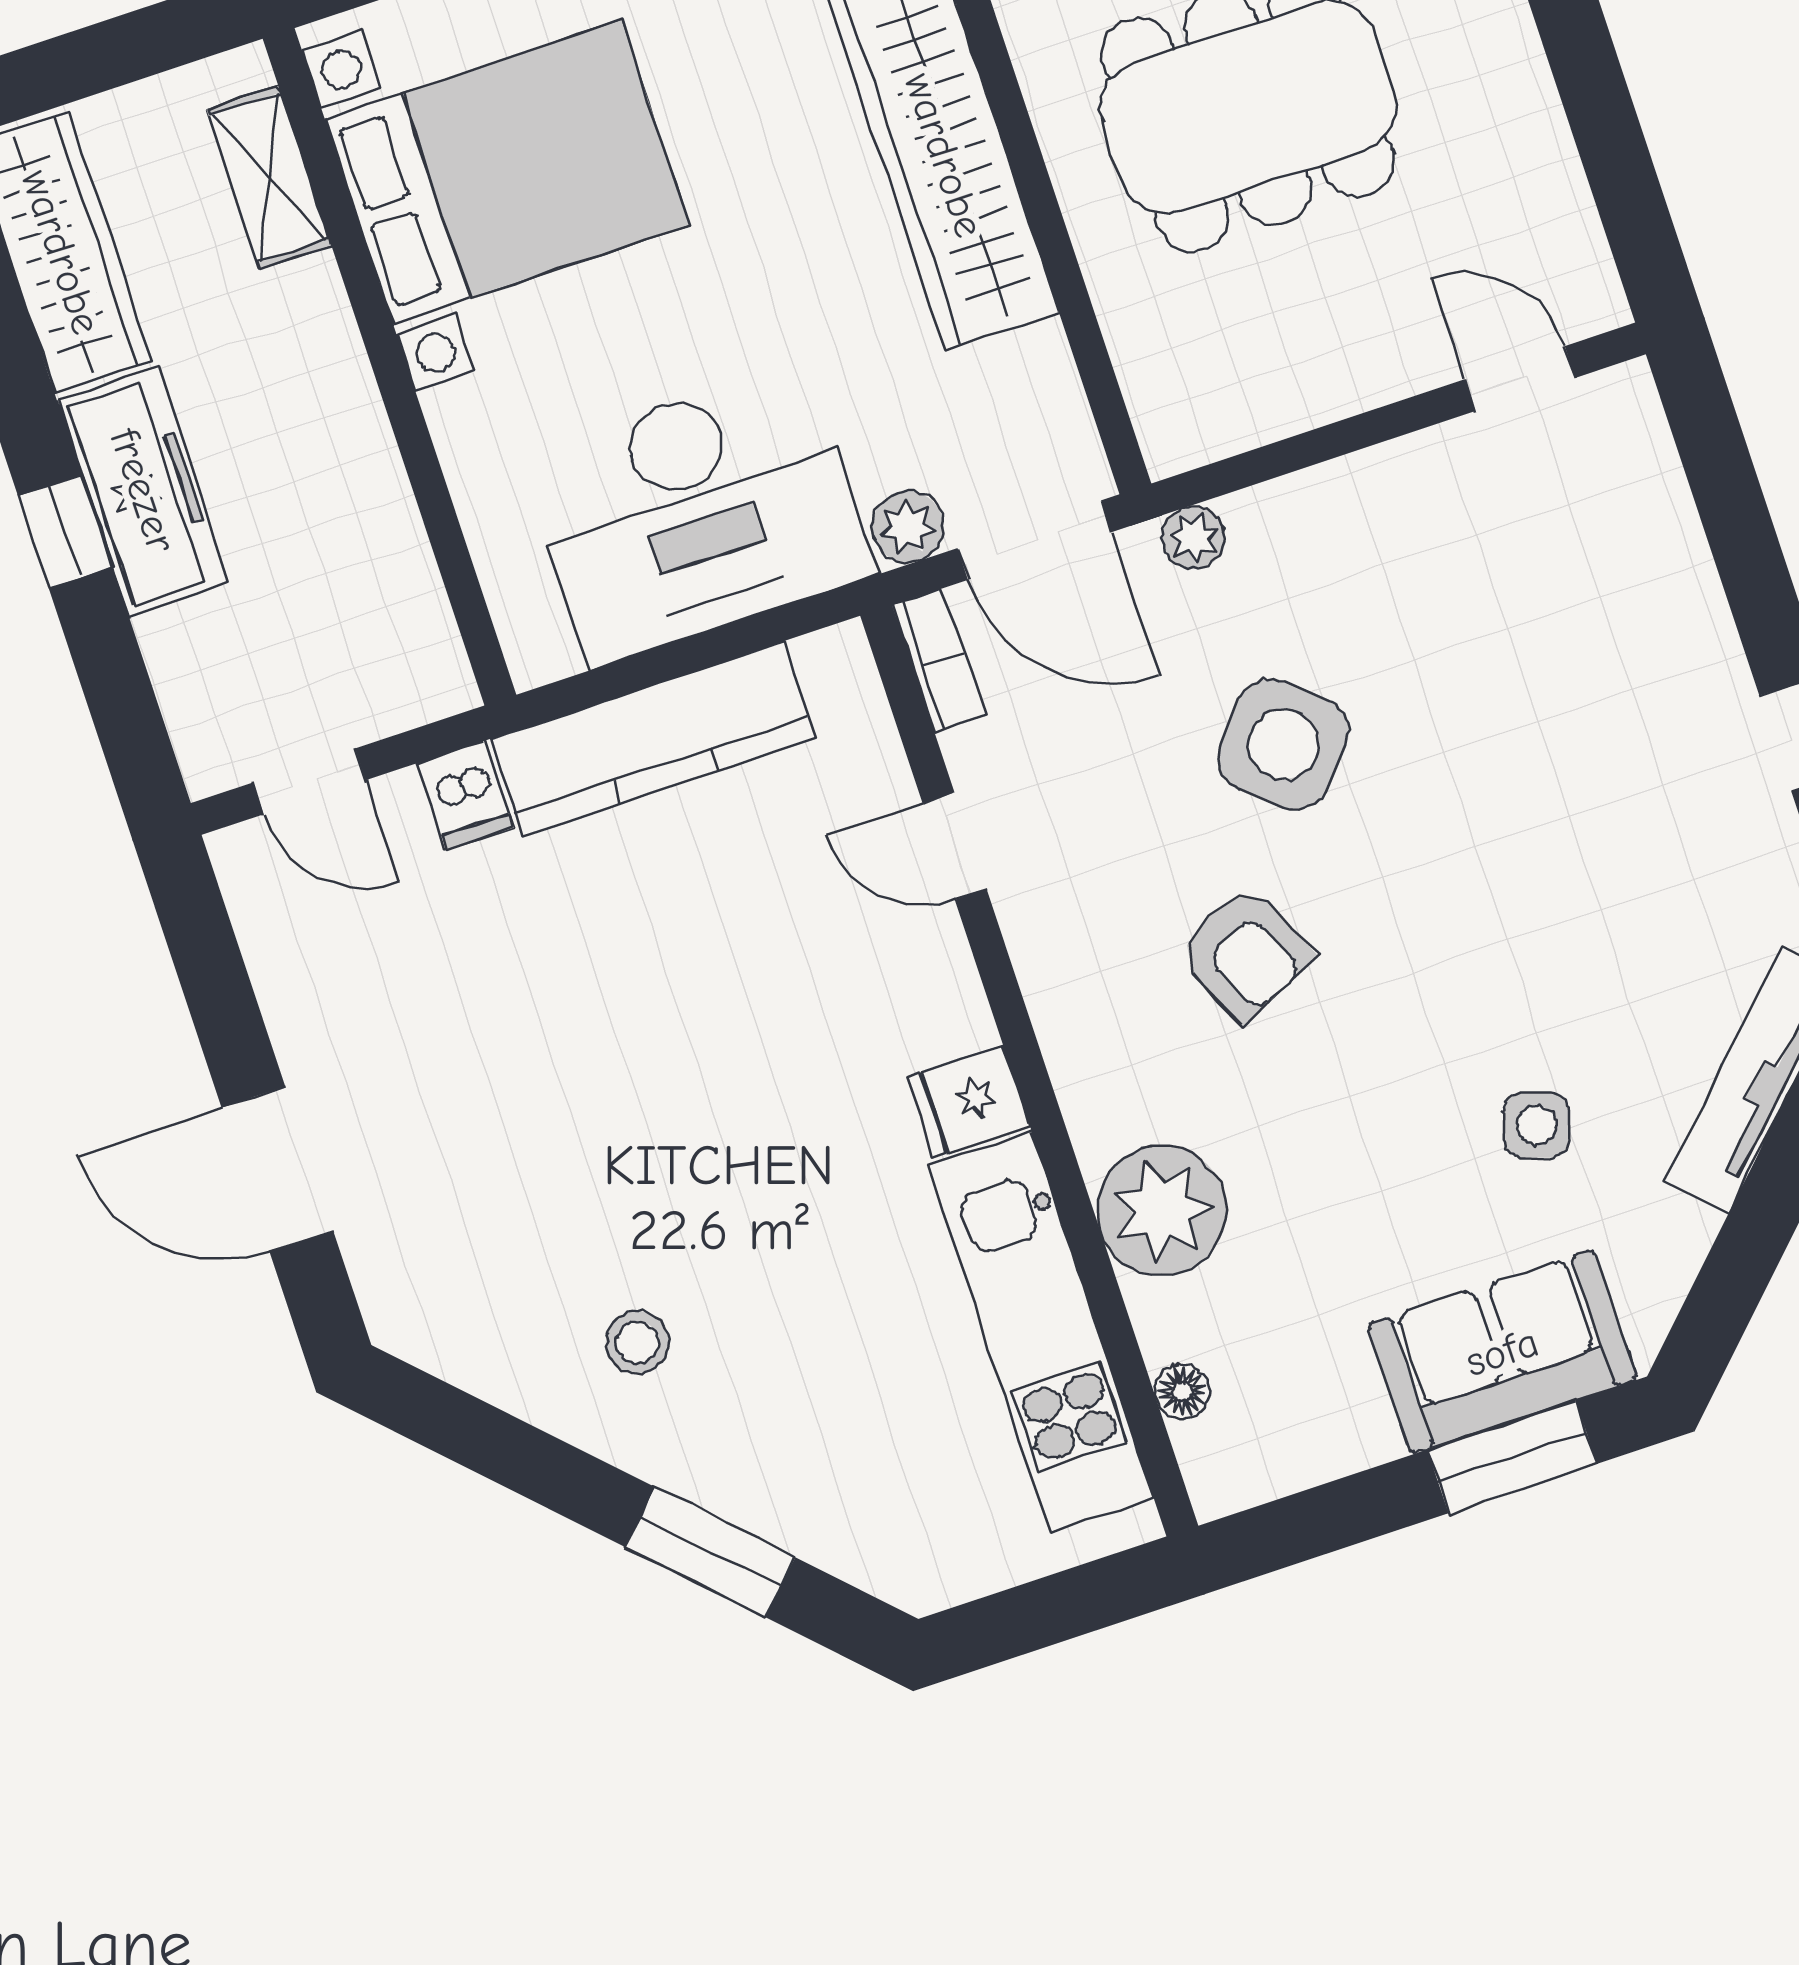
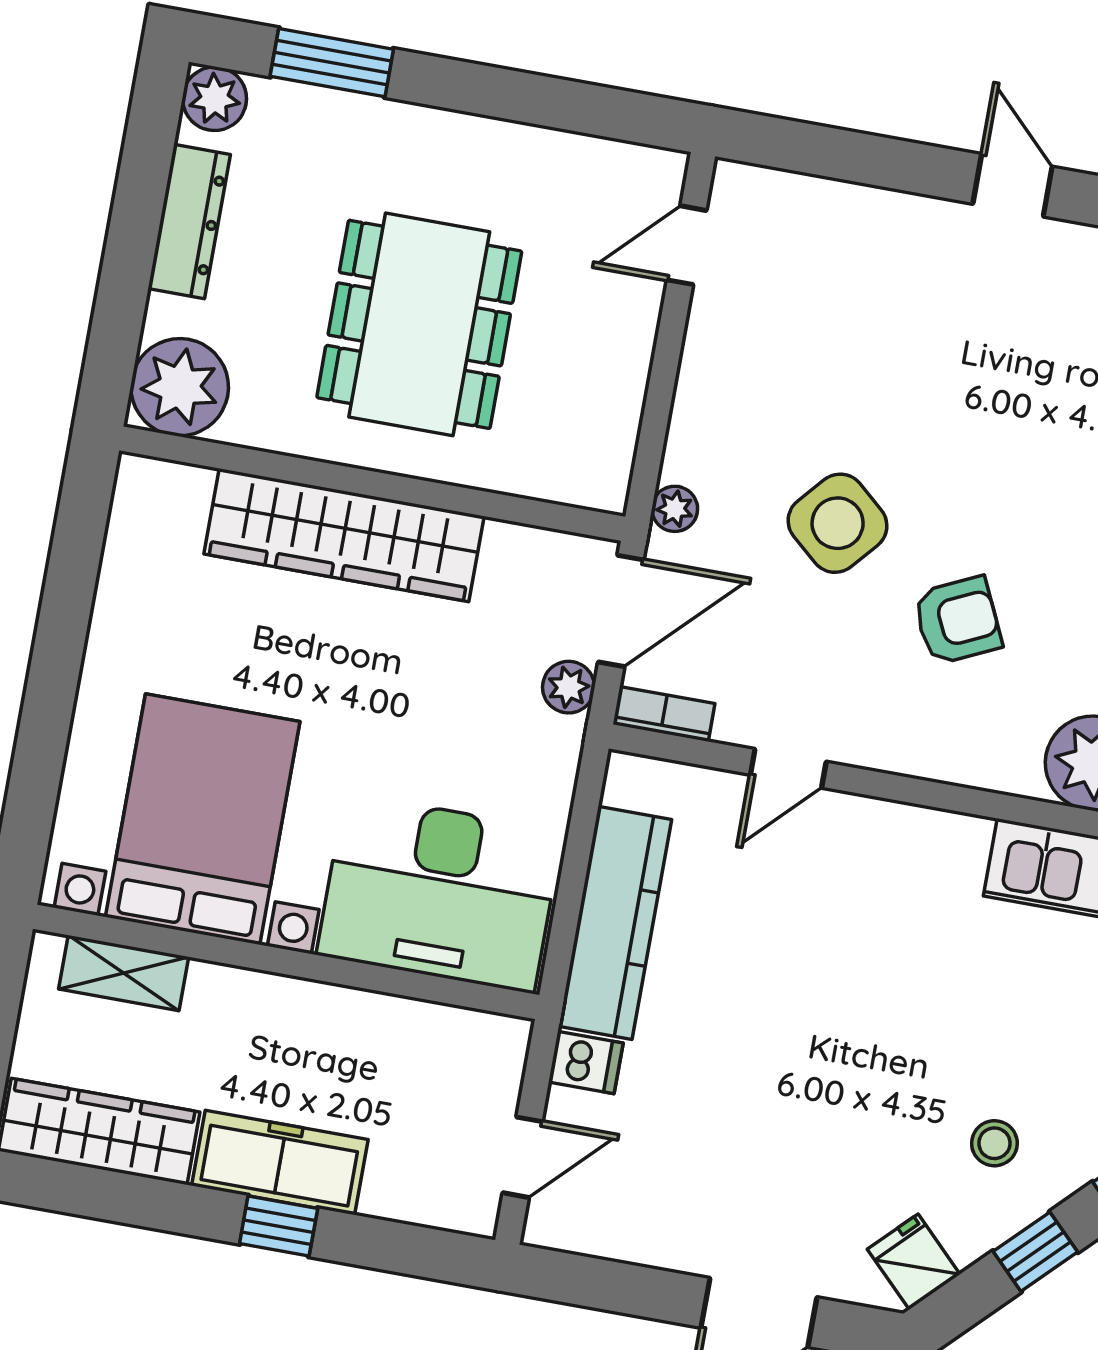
desk: (698, 514) -> (440, 893), moved, turned 90
fridge: (968, 1101) -> (914, 1262), moved, turned 135
window: (533, 1463) -> (1035, 1252), added

